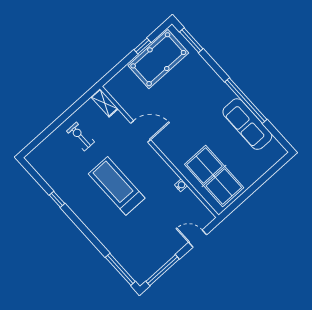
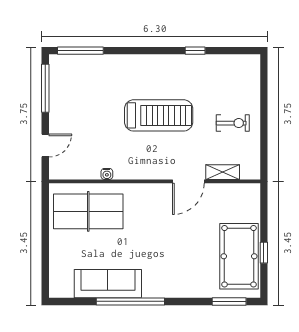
shelving: (104, 103) -> (223, 172), moved

